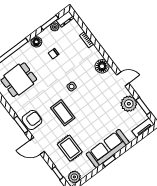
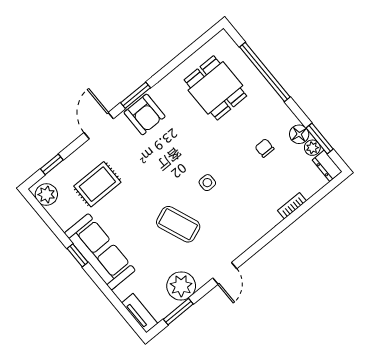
floor lamp: (36, 42) -> (299, 134), moved
floor lamp: (102, 66) -> (246, 235), removed
coffee table: (63, 113) -> (178, 224), moved, turned 68

